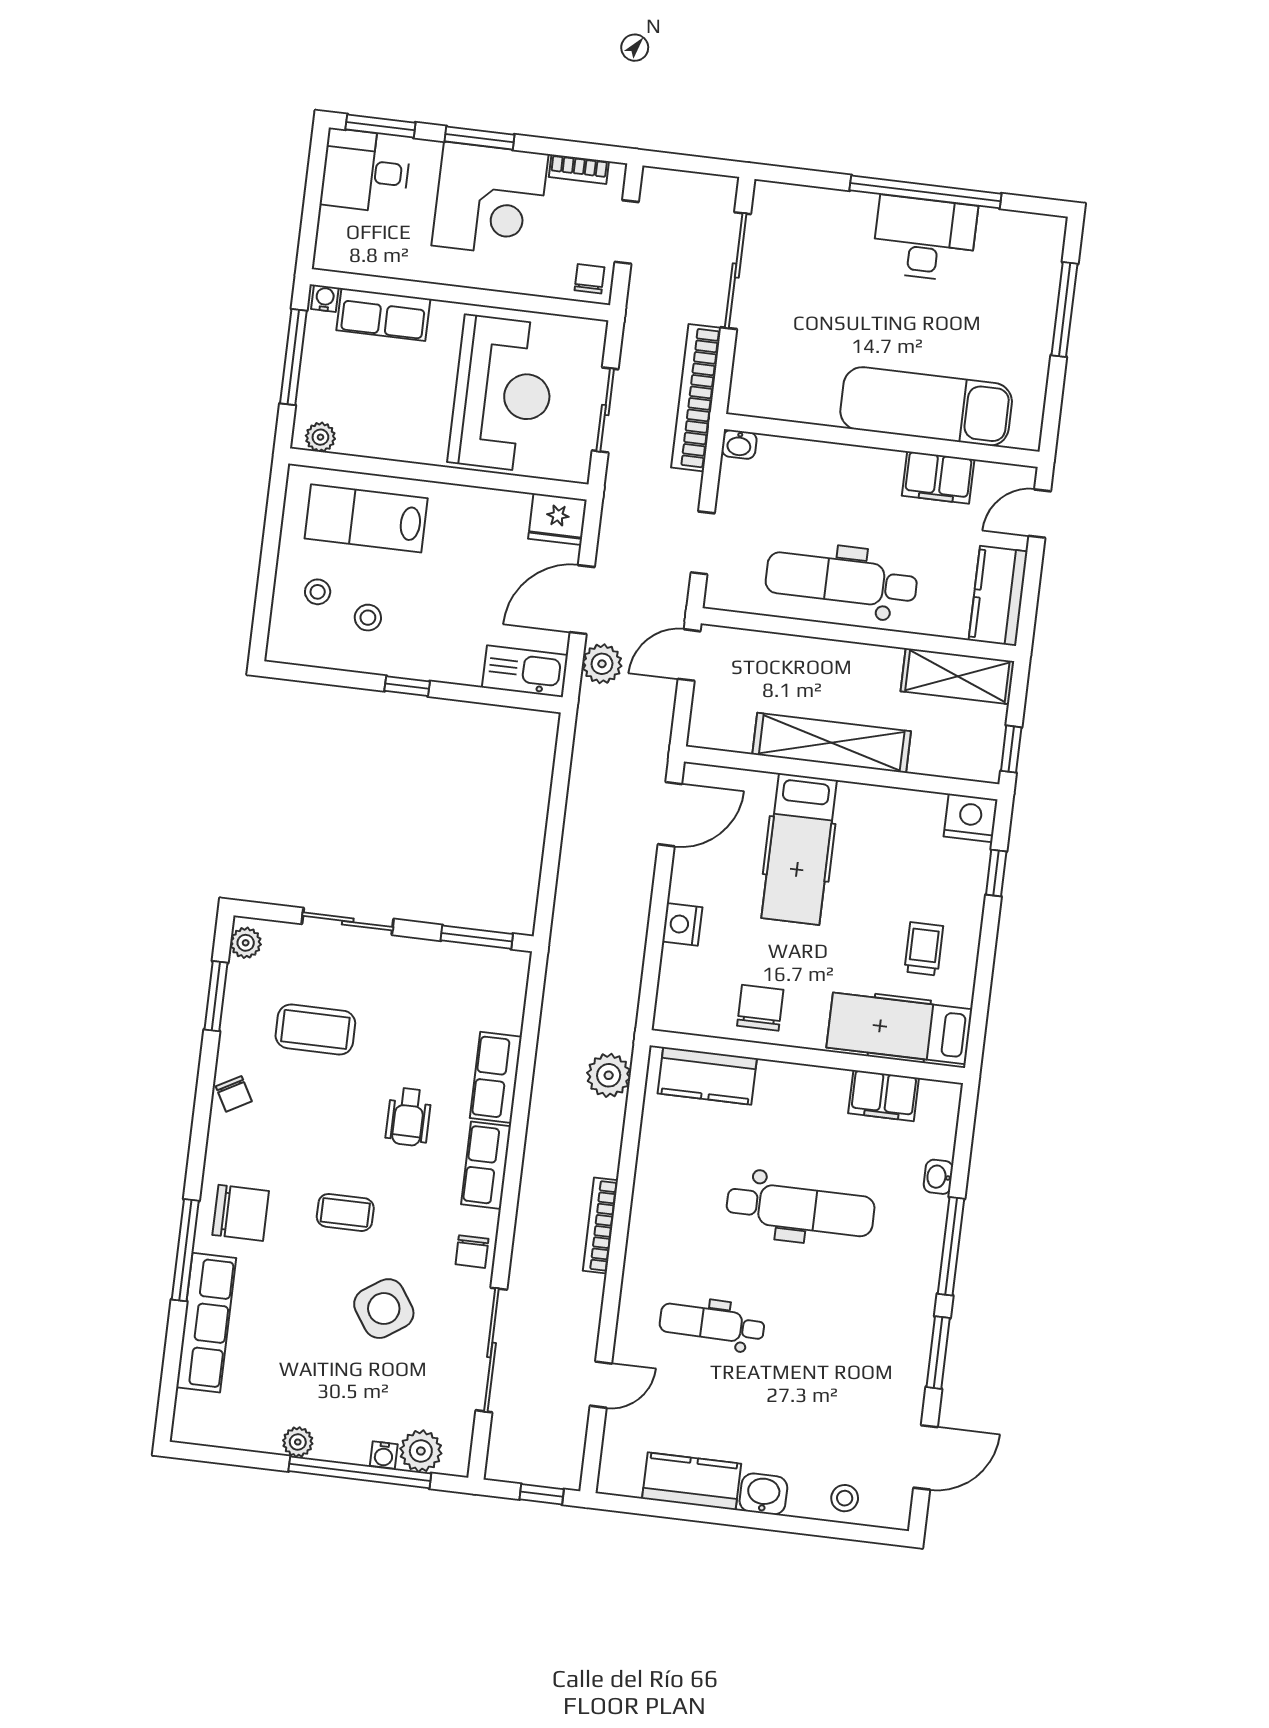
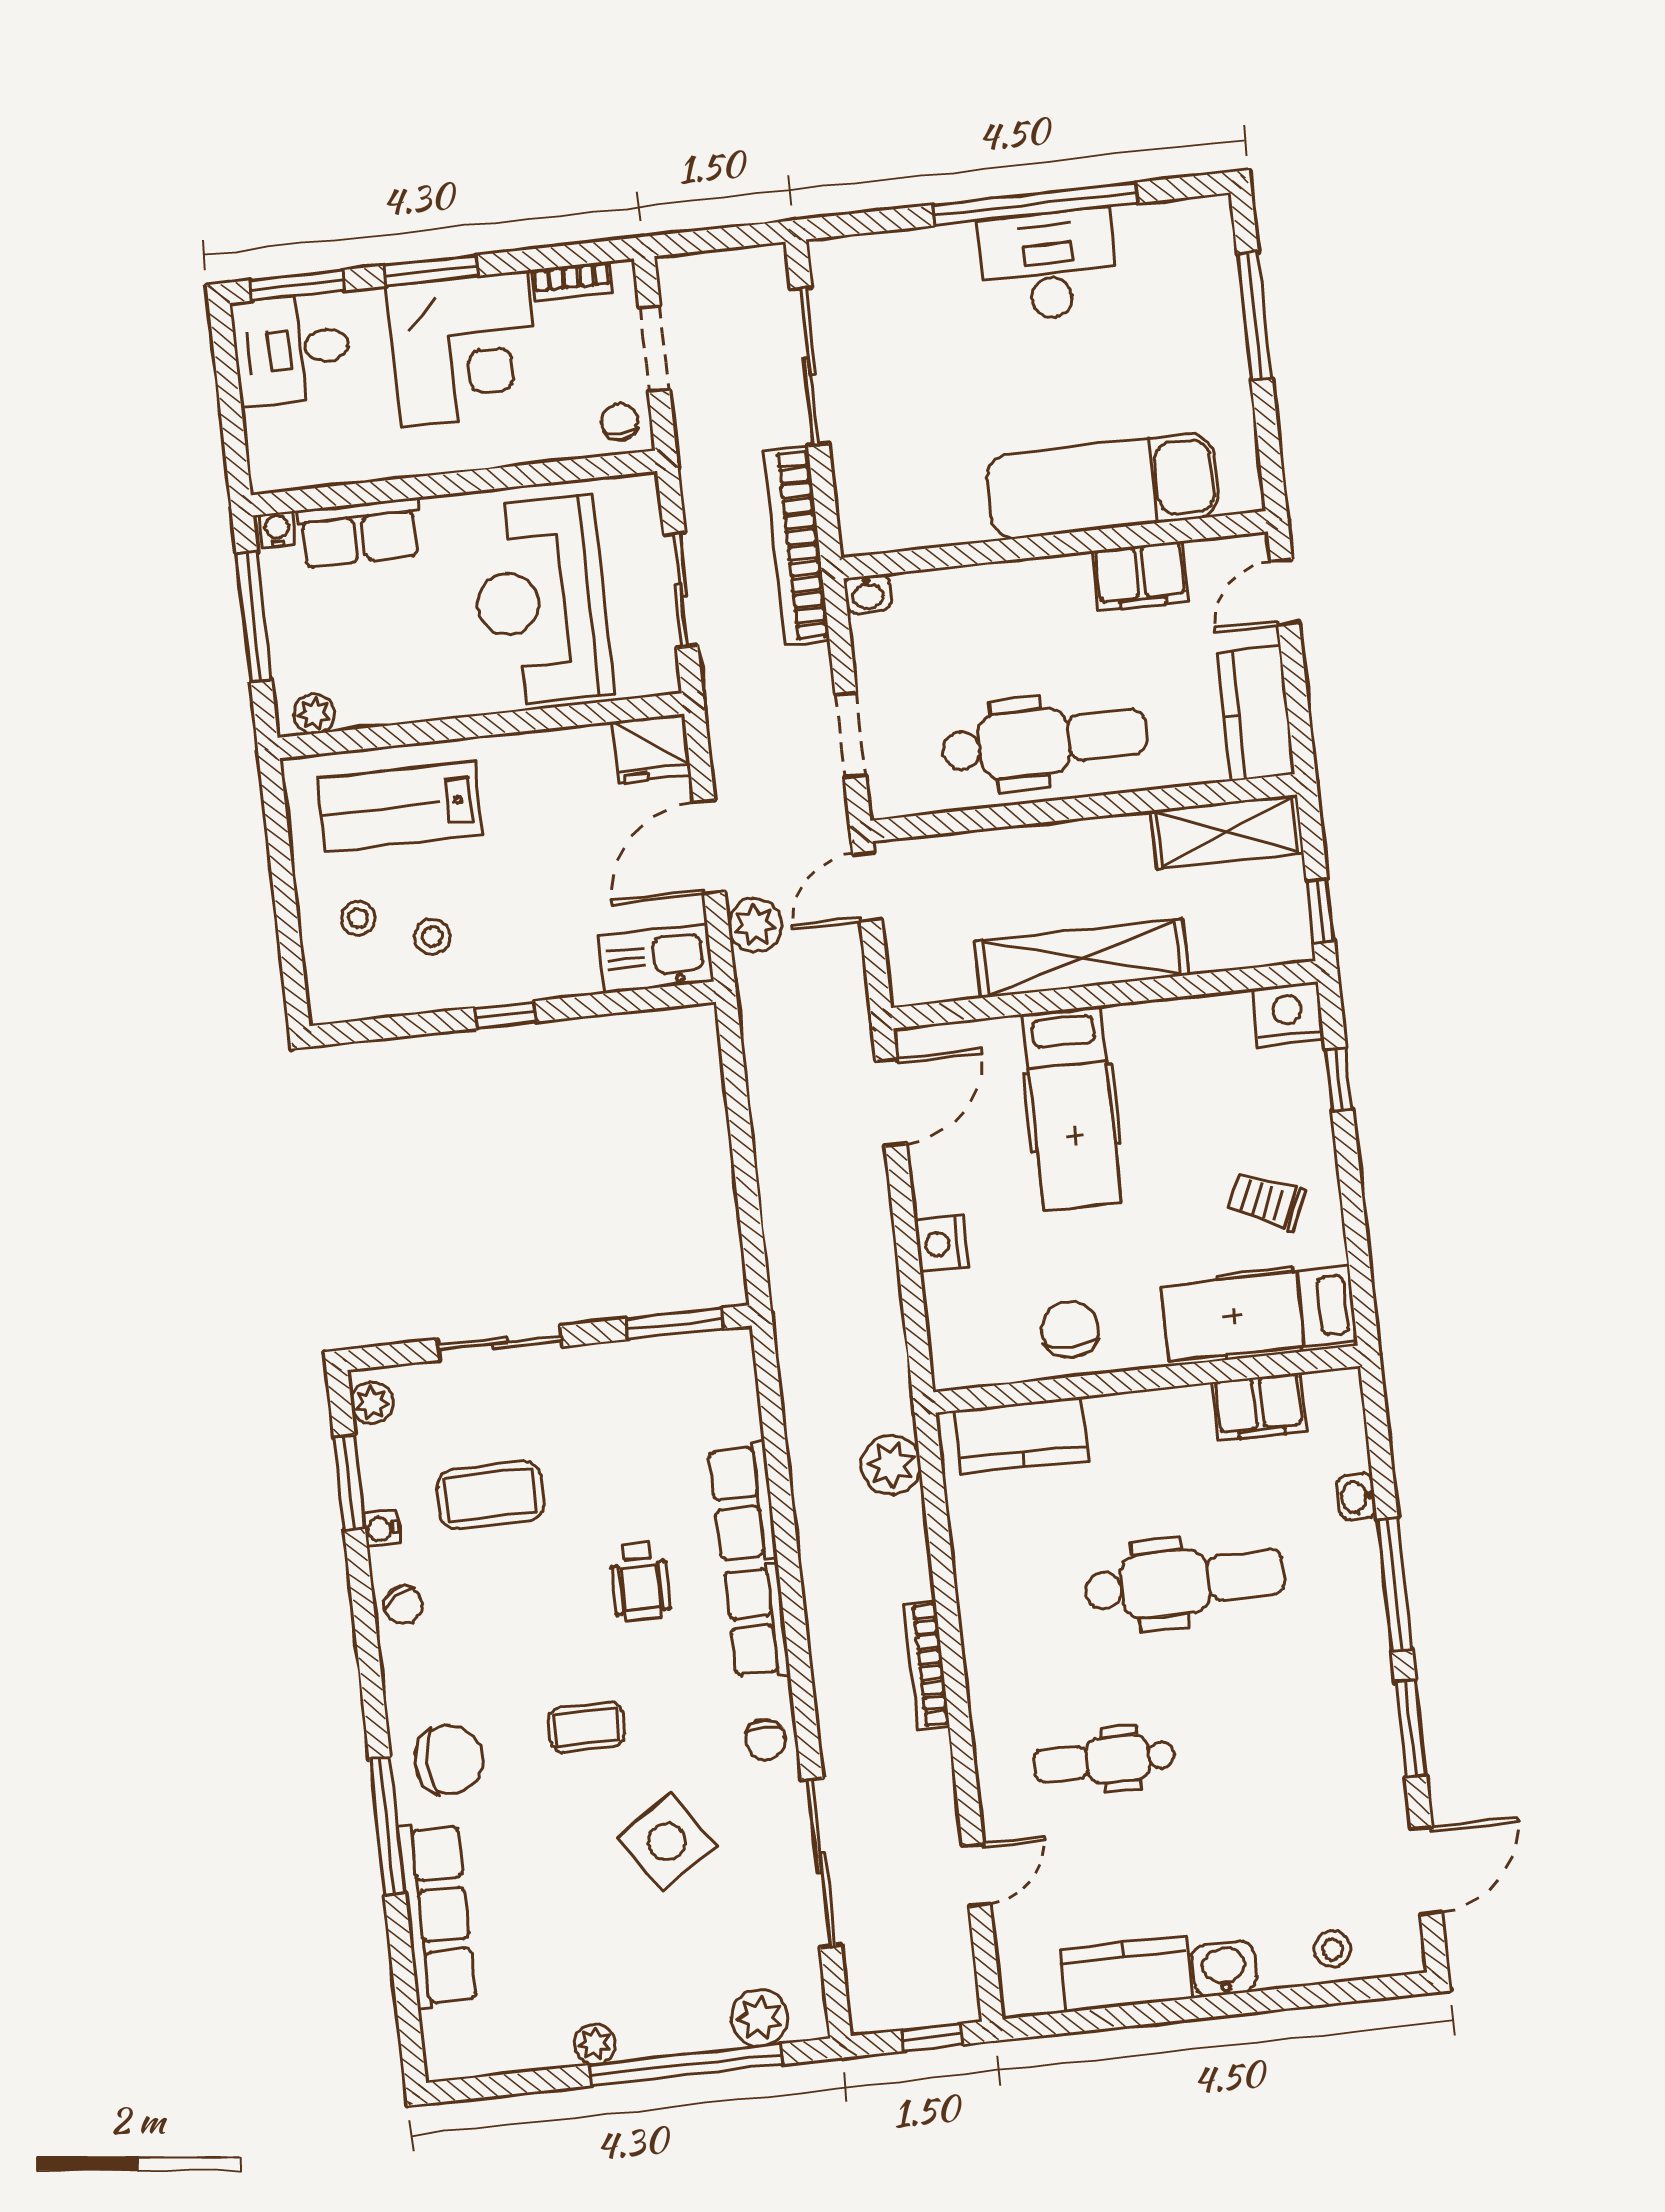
reception desk: (503, 394) -> (541, 600), turned 180
dental chair: (841, 580) -> (1044, 741), turned 180
trolley: (924, 949) -> (1267, 1201), turned -67
water cooler: (384, 1455) -> (382, 1528), moved, turned 90

